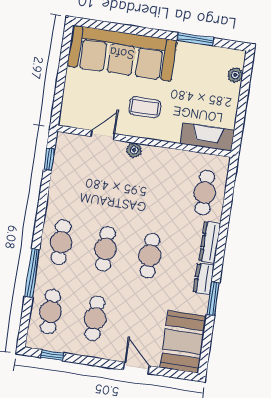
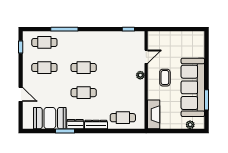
sofa: (122, 53) -> (193, 87), moved
door: (103, 135) -> (146, 57), hinge flipped
cafe table: (61, 242) -> (84, 42), removed
booth: (183, 342) -> (50, 118), moved
door: (136, 368) -> (21, 94), hinge flipped

